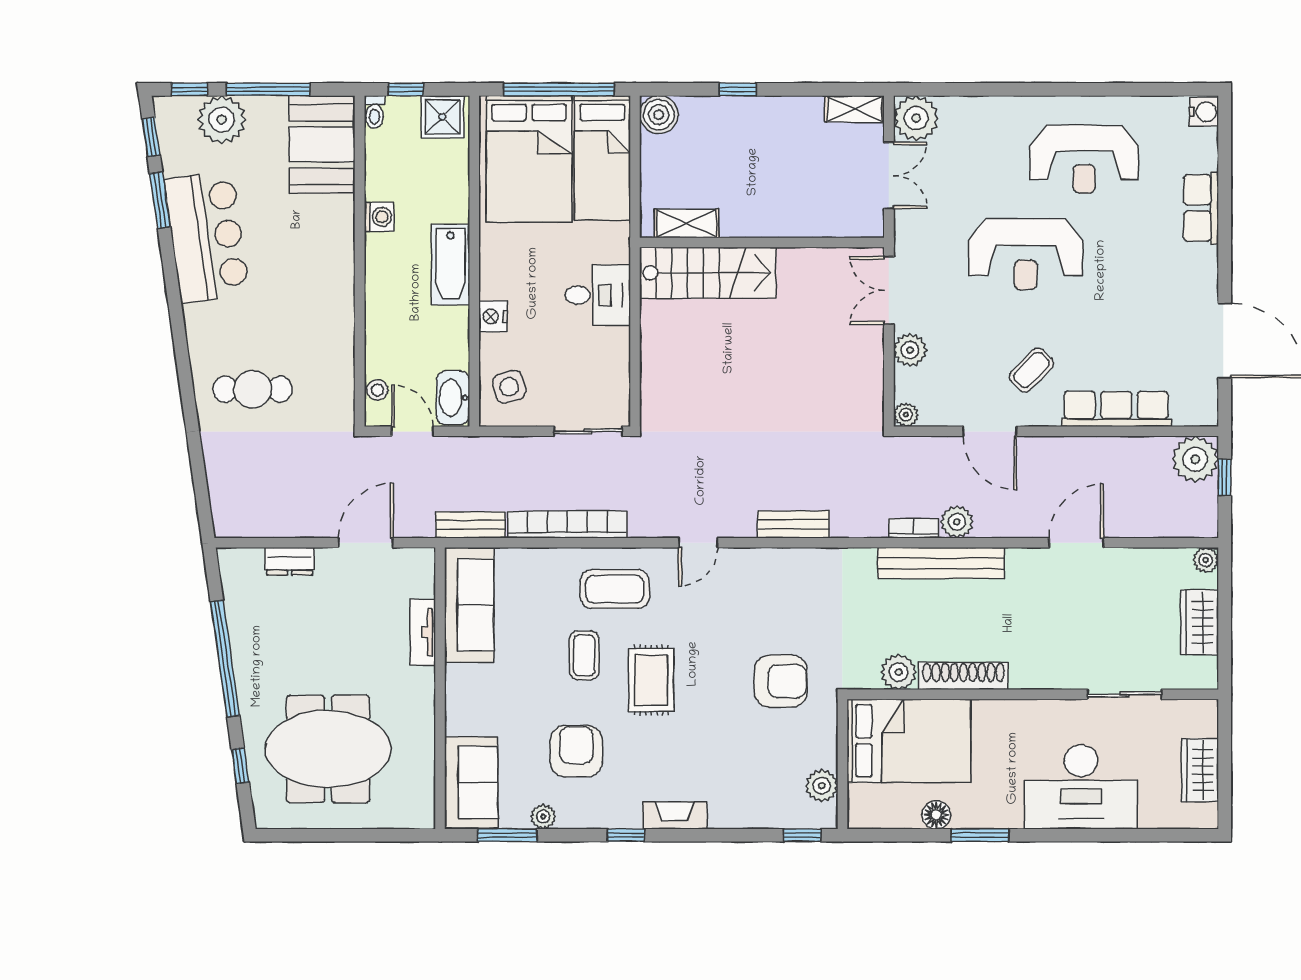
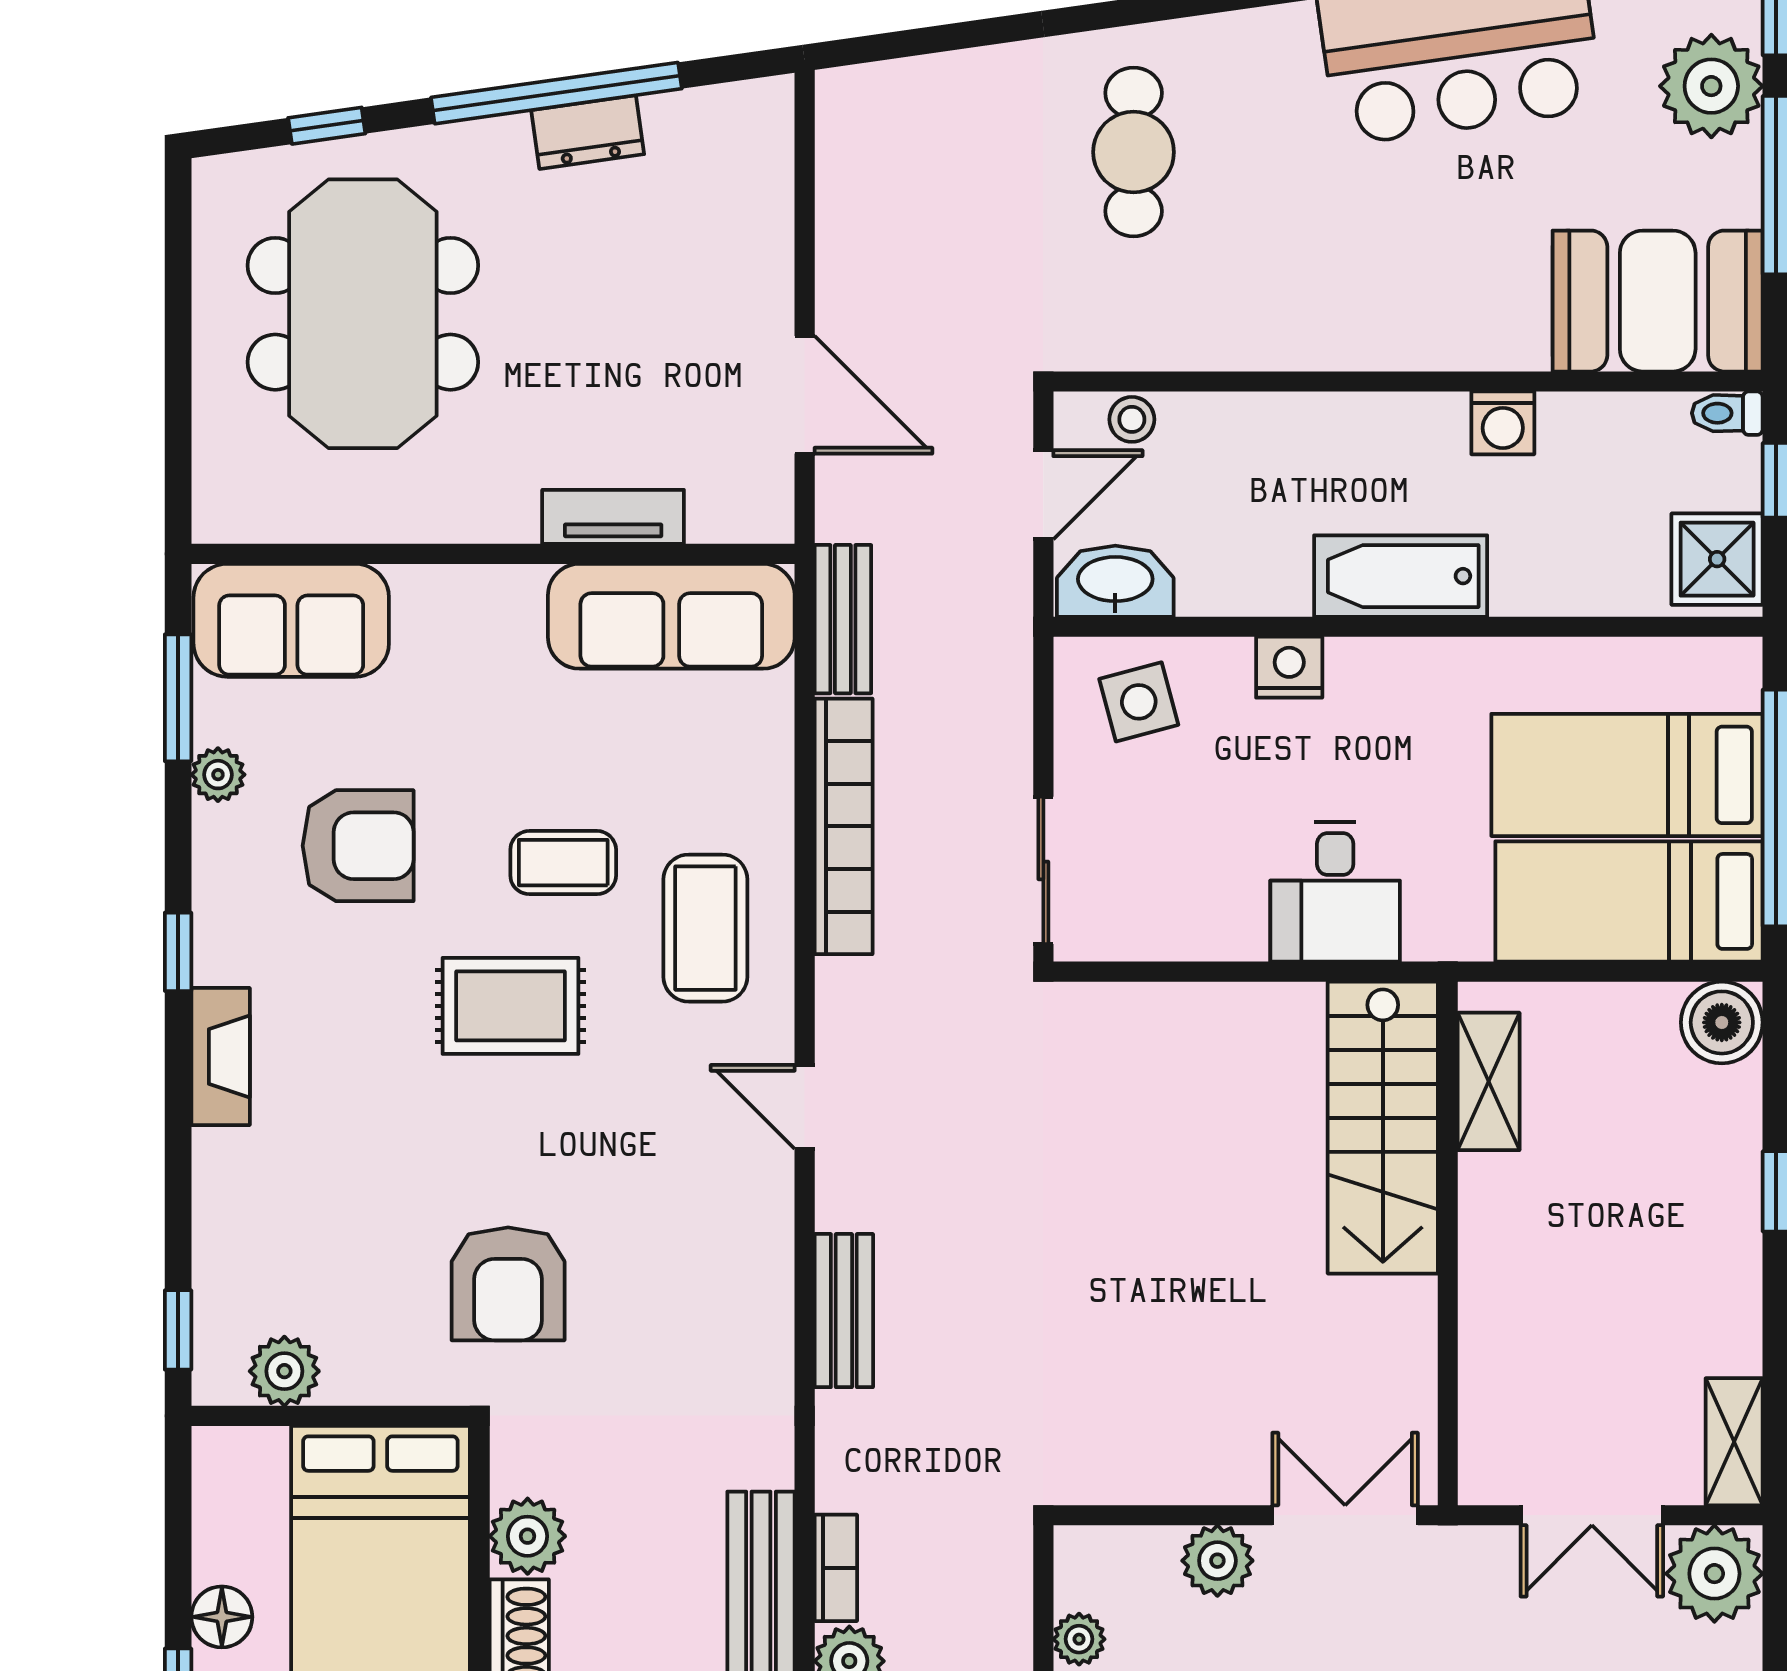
bed: (529, 159) -> (1627, 775), width x0.67
plant: (906, 415) -> (1079, 1639), moved
dresser: (290, 561) -> (588, 132), moved, turned -98

